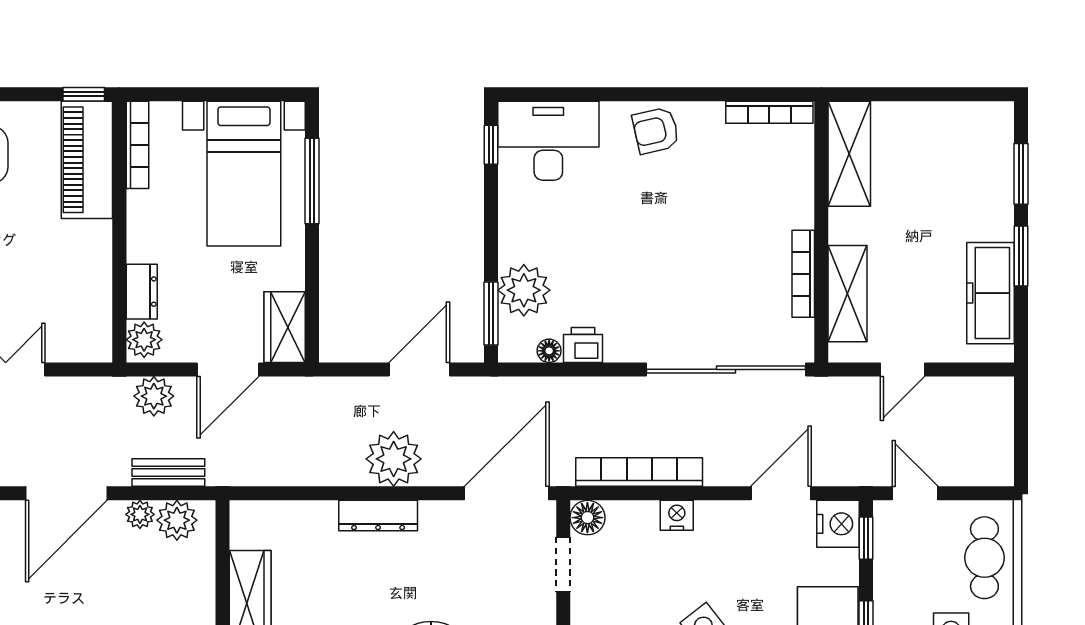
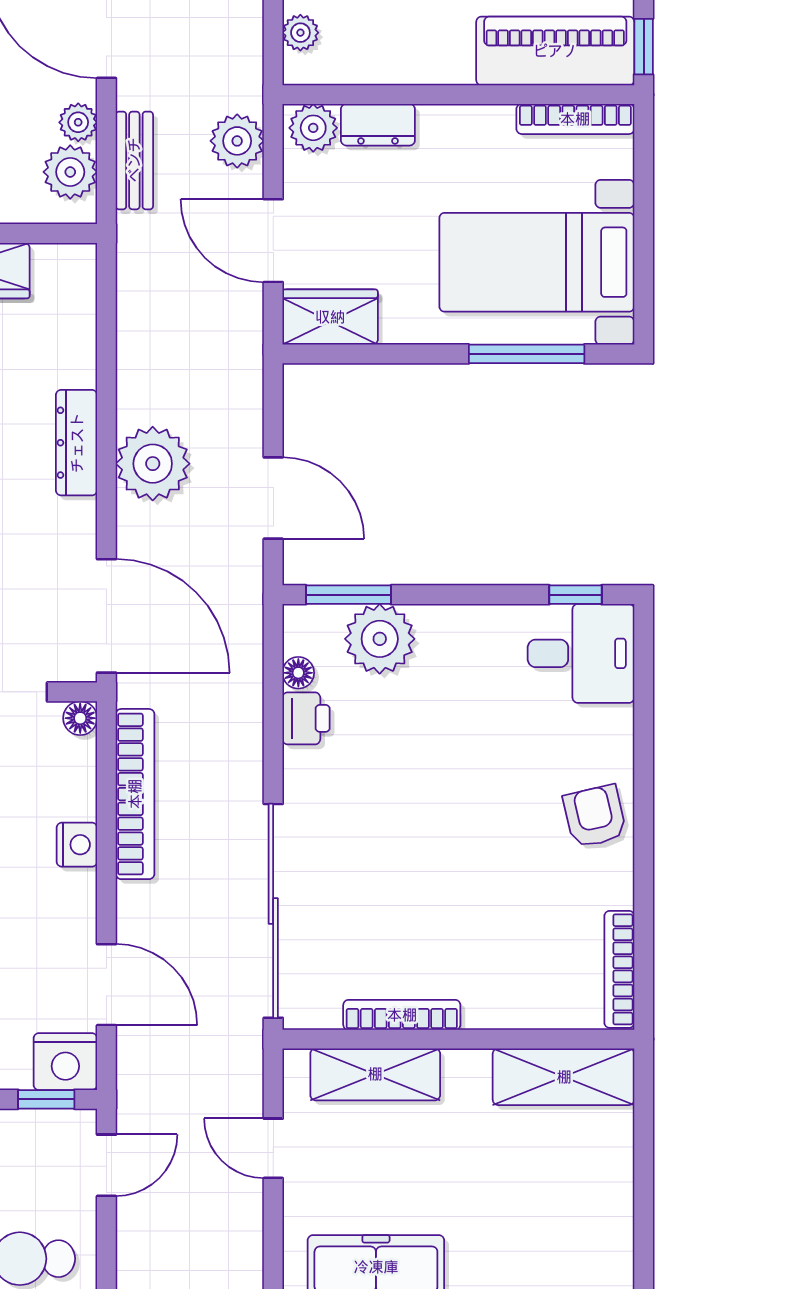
desk: (548, 141) -> (581, 653), width x0.73
plant: (73, 349) -> (300, 33), added
floor lamp: (587, 518) -> (80, 718), width x0.73, depth x0.73

